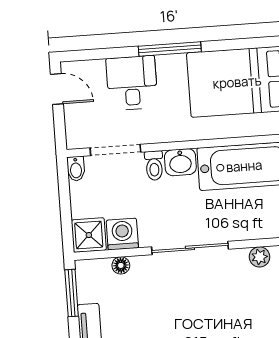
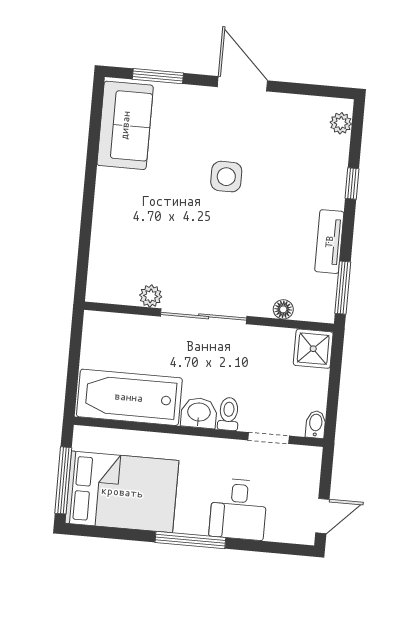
door: (57, 89) -> (322, 516), swing flipped
doorway: (115, 150) -> (268, 438), width x0.73
washing machine: (122, 234) -> (276, 344), removed
plant: (260, 257) -> (151, 296), moved

